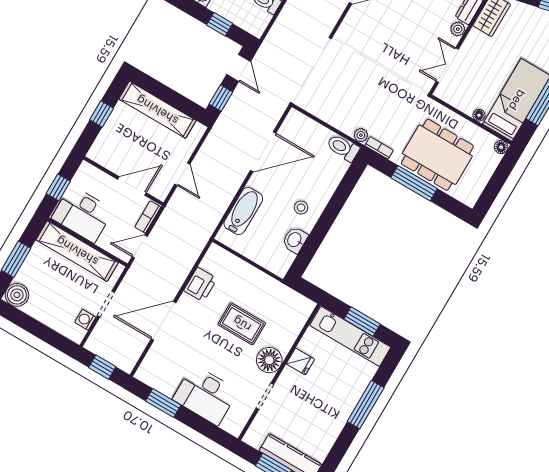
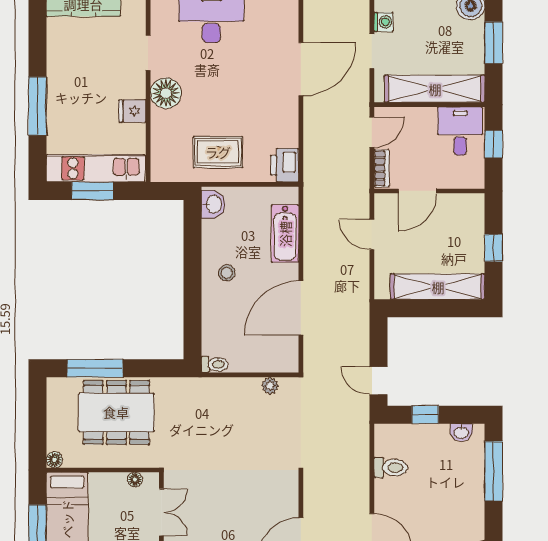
window: (221, 98) -> (378, 338), removed
floor lamp: (479, 115) -> (135, 479), moved
plant: (361, 135) -> (270, 386), moved
toilet: (343, 148) -> (215, 364), width x0.73, depth x0.72
bookcase: (379, 148) -> (182, 384), removed
window: (414, 183) -> (95, 368), moved
desk: (82, 214) -> (460, 131), width x0.73
washbasin: (295, 240) -> (213, 204), moved
printer: (200, 285) -> (285, 165), moved
rug: (242, 324) -> (218, 152), moved

